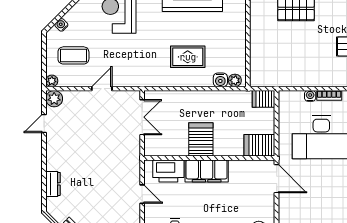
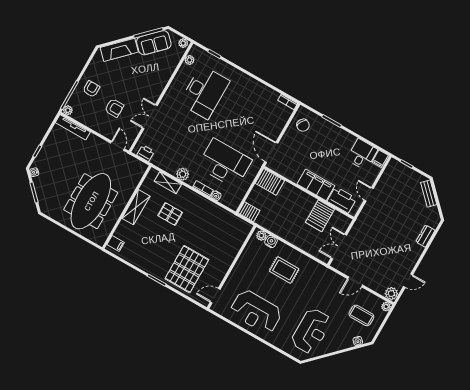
server rack: (201, 139) -> (320, 216), moved

